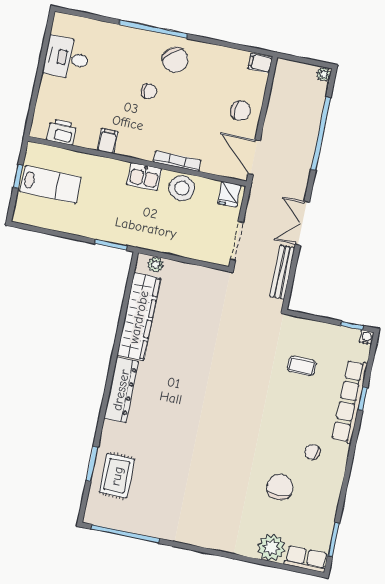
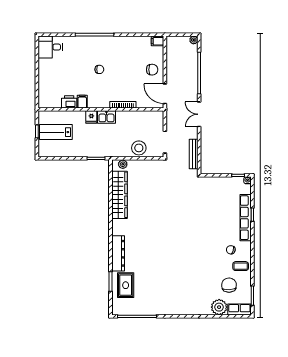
desk: (67, 58) -> (50, 47), moved
chair: (175, 60) -> (110, 49), removed
printer: (61, 132) -> (69, 102), moved
lab bench: (51, 185) -> (56, 132), turned 180
stool: (182, 188) -> (139, 148), moved
fridge: (229, 194) -> (91, 117), moved
double door: (302, 223) -> (199, 114), moved
coffee table: (302, 366) -> (241, 266), moved
dresser: (121, 390) -> (118, 253), moved
chair: (280, 487) -> (229, 285), moved

